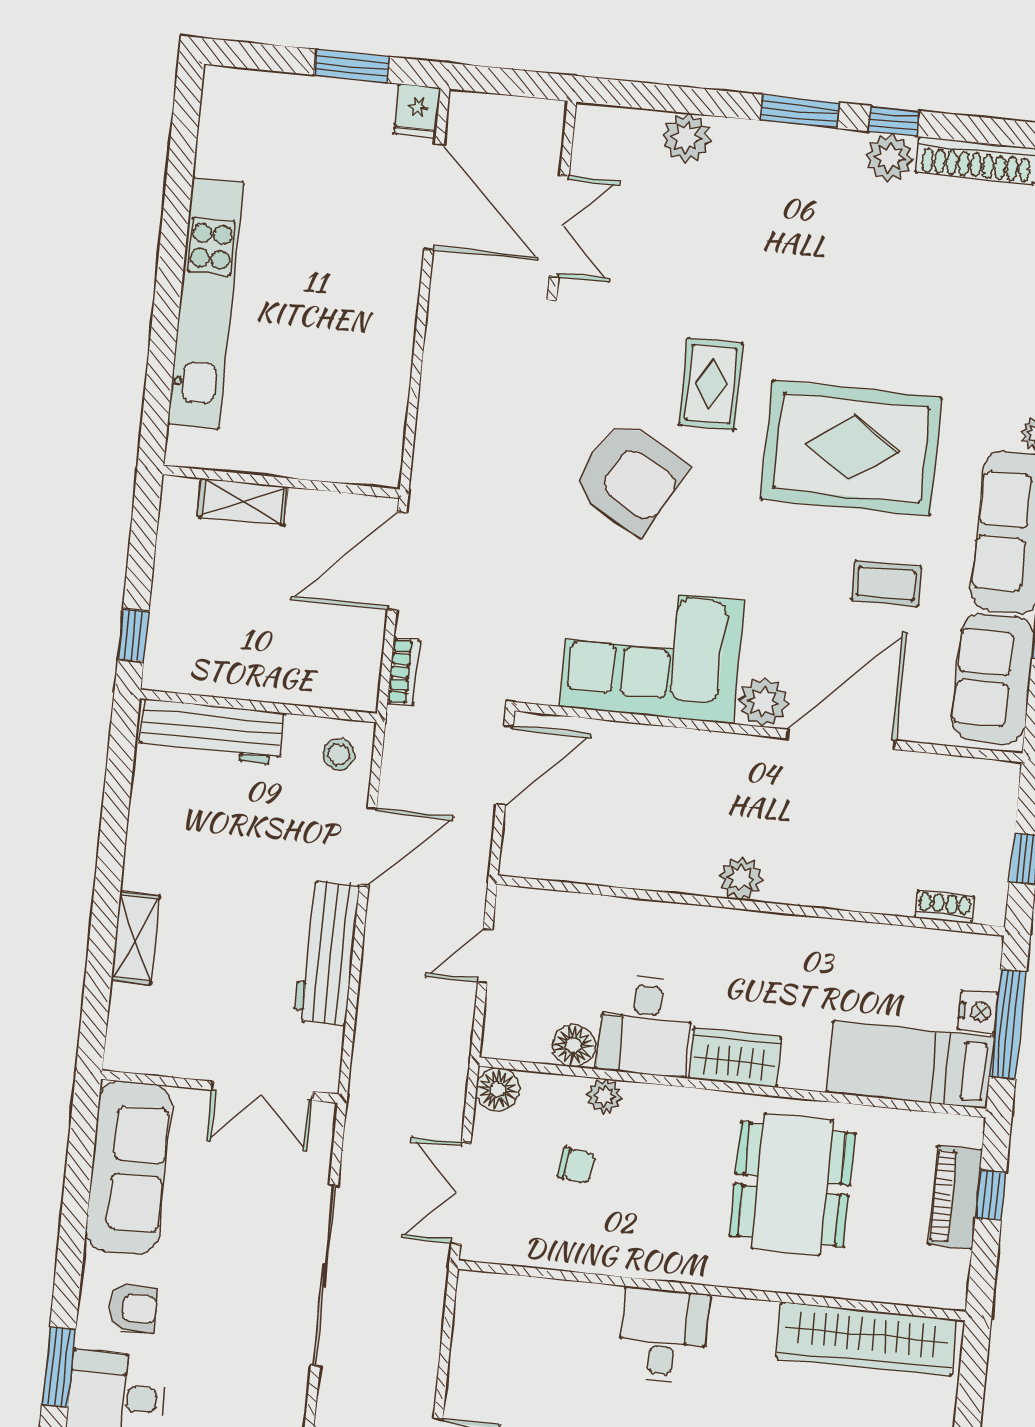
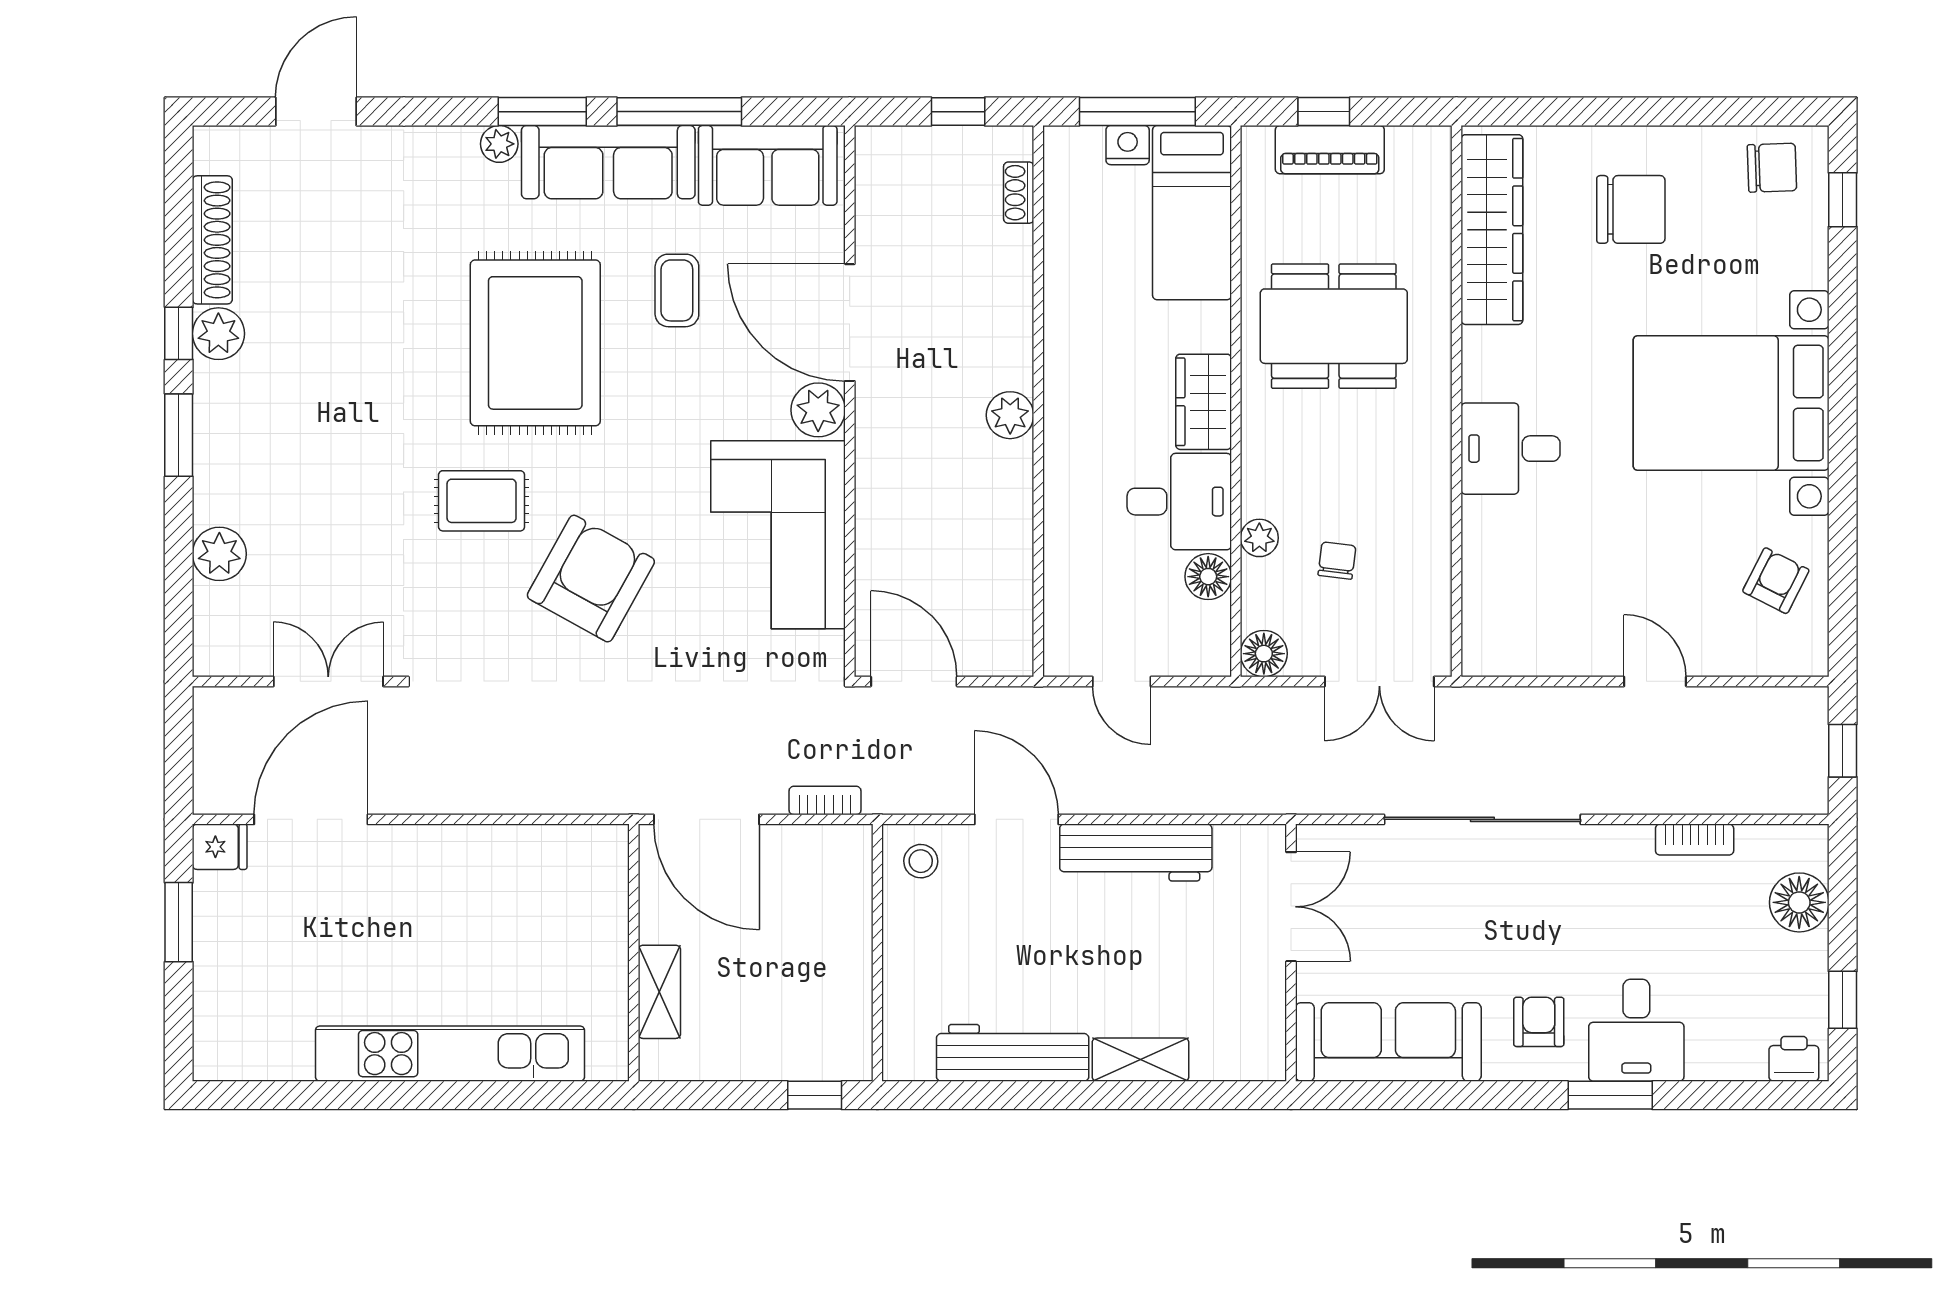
workbench: (212, 732) -> (1013, 1053), moved, turned -90

